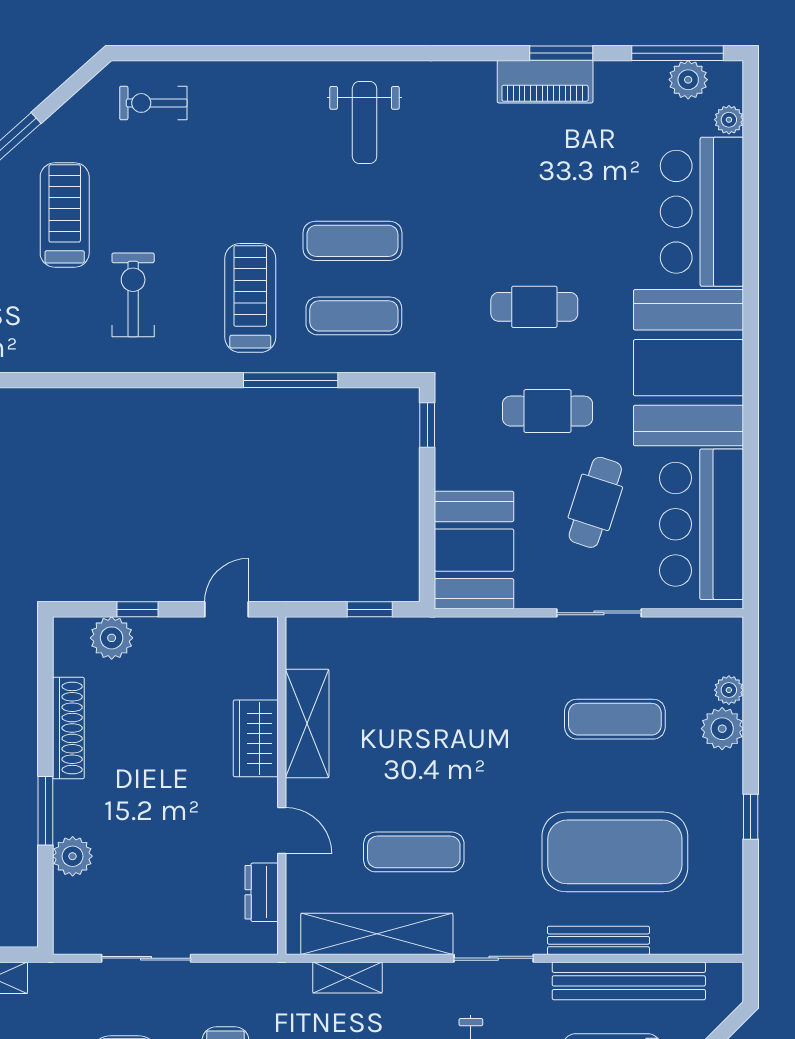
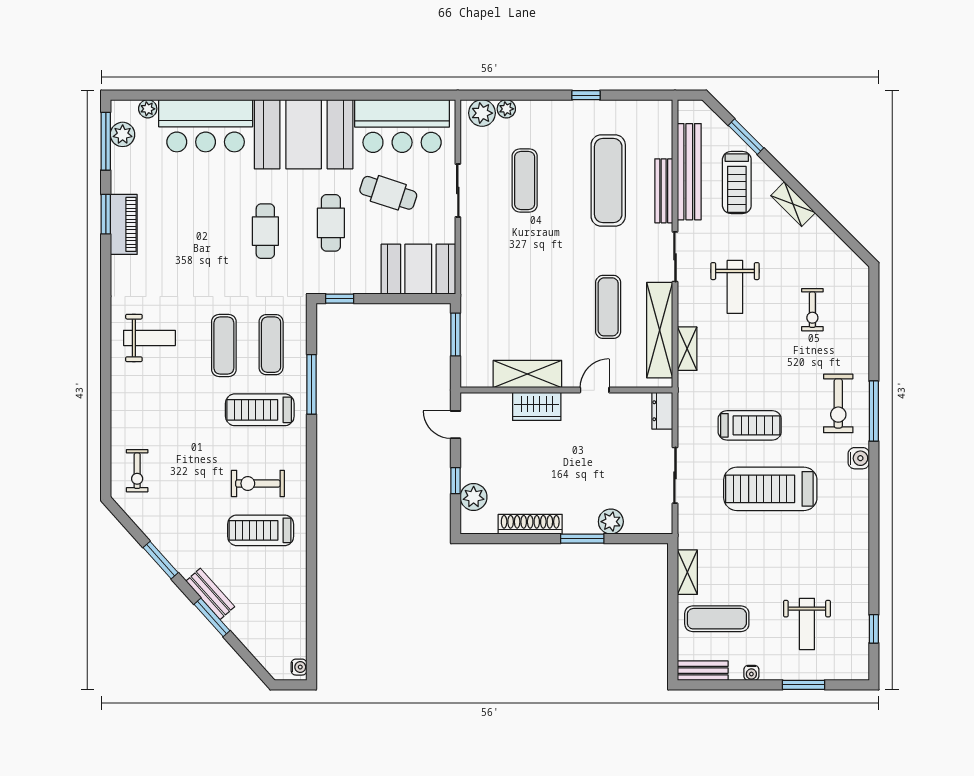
treadmill: (65, 215) -> (261, 530), moved
window: (370, 609) -> (456, 335), width x1.50
plant: (722, 729) -> (482, 113), moved
exercise mat: (615, 852) -> (608, 180), width x0.68
dresser: (262, 892) -> (662, 411), moved, turned 90

